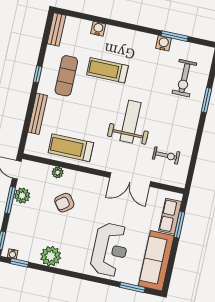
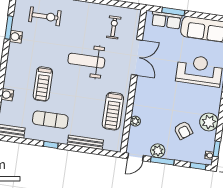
armchair: (64, 203) -> (183, 130), moved

